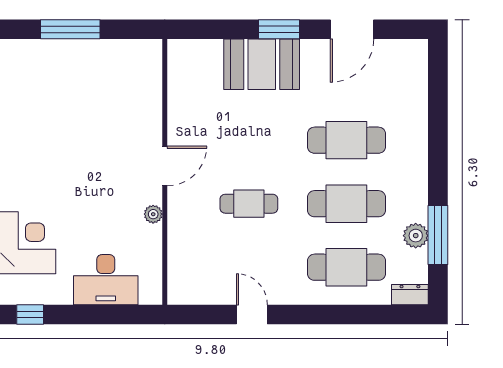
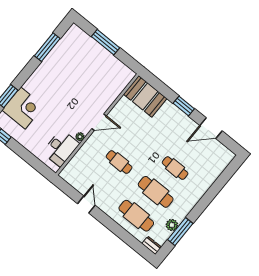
booth: (262, 64) -> (145, 96), moved
cafe table: (346, 140) -> (175, 168), width x0.73, depth x0.74
desk: (106, 280) -> (61, 148), moved, turned -90

